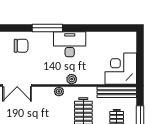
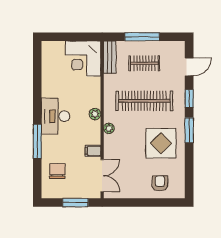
filing cabinet: (39, 77) -> (93, 151), added
bench: (117, 92) -> (110, 57), width x0.73

